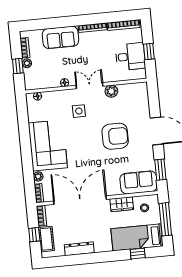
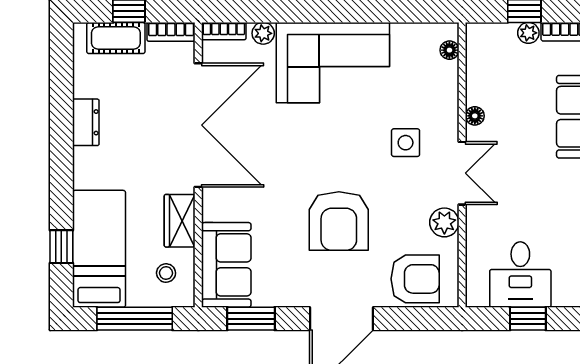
armchair: (137, 101) -> (415, 279), added
dresser: (79, 249) -> (86, 122), width x0.70

